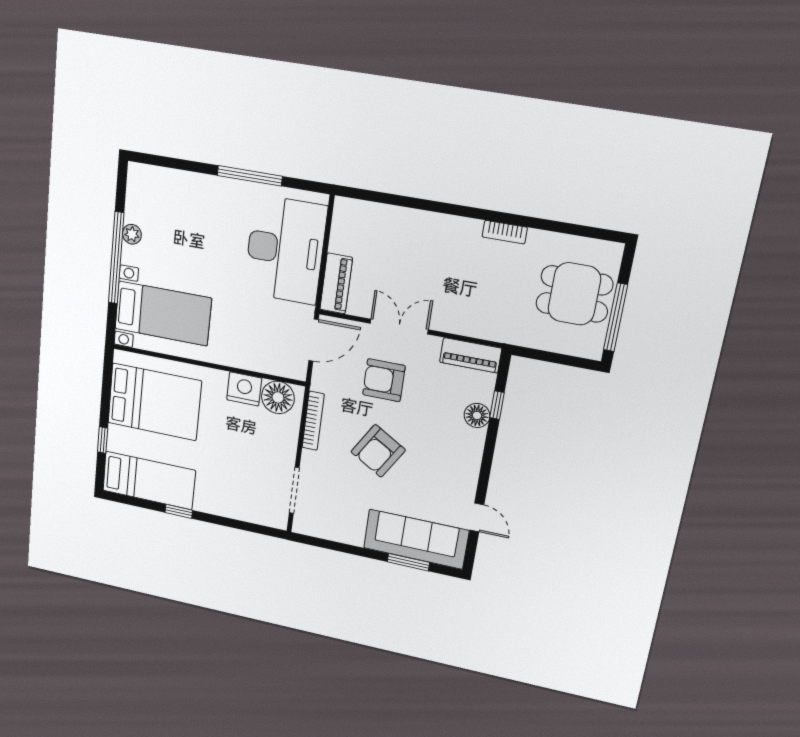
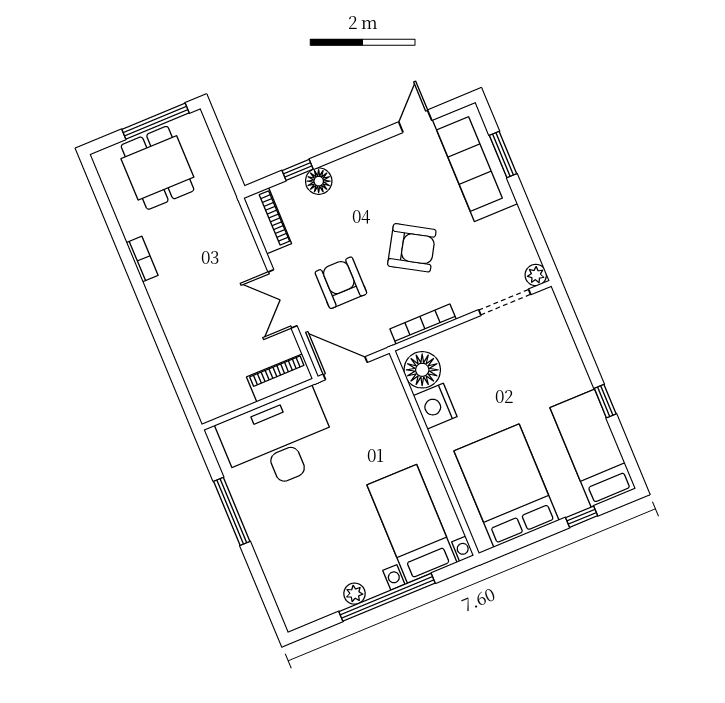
armchair: (384, 380) -> (341, 283), turned 180
plant: (302, 525) -> (536, 275), added

